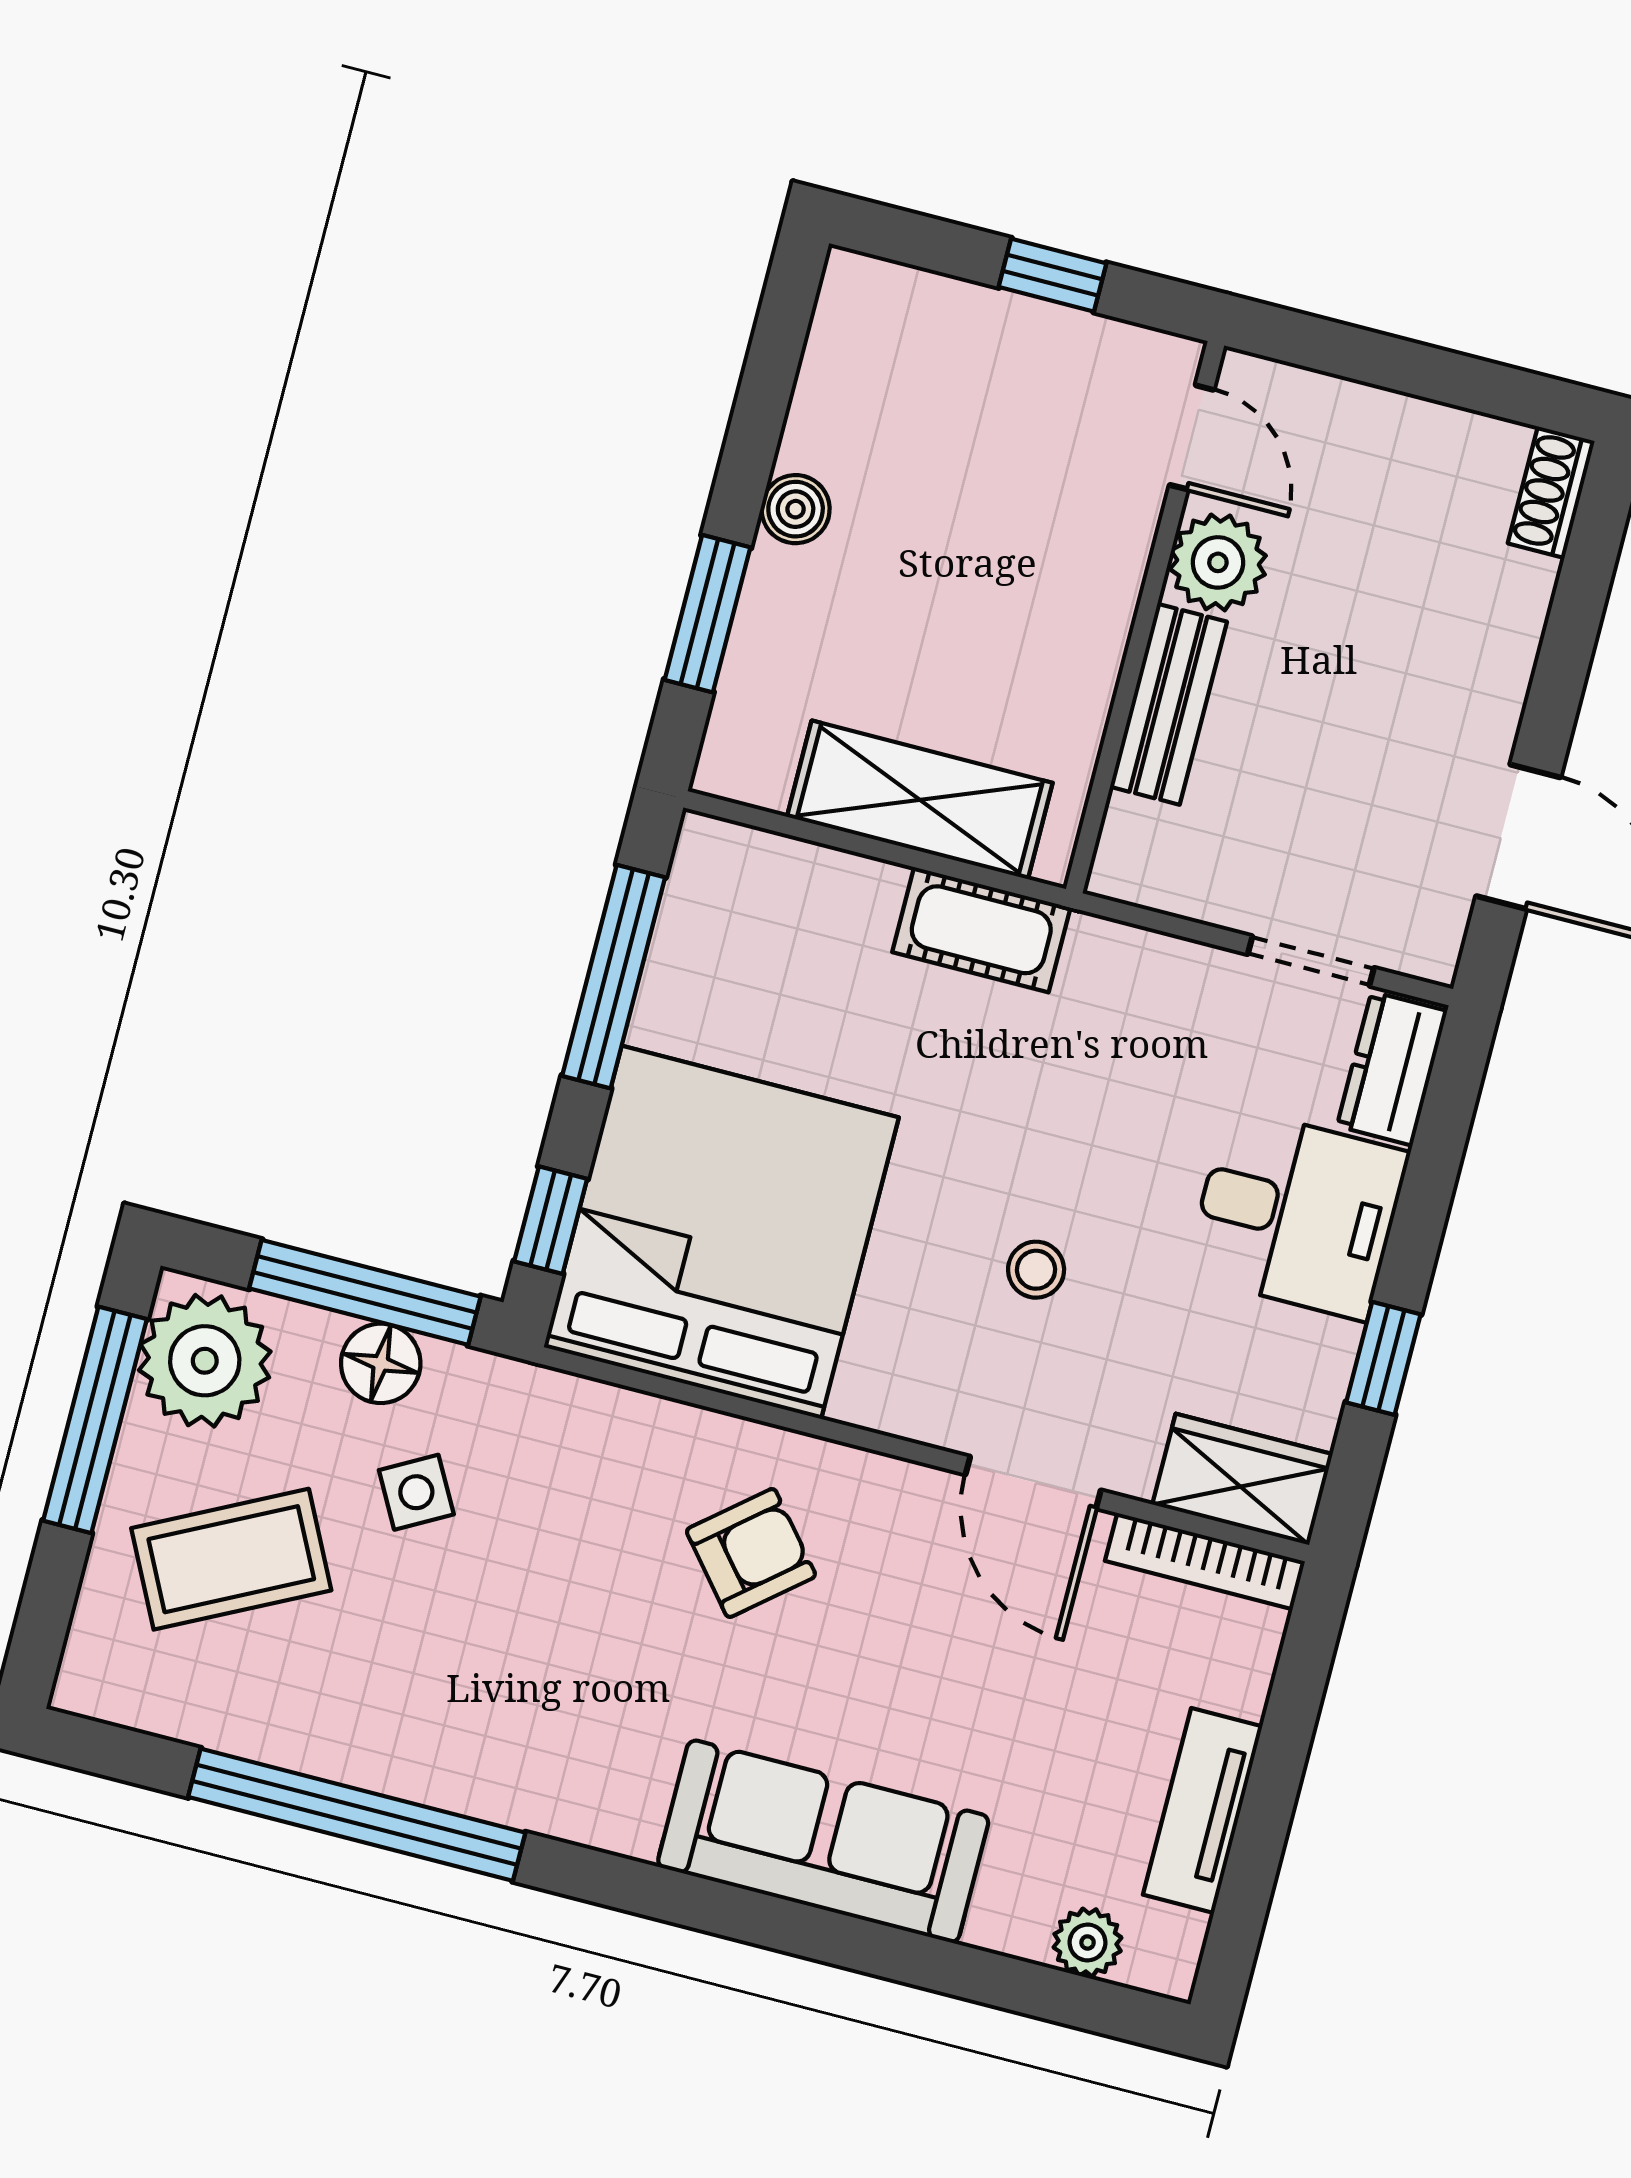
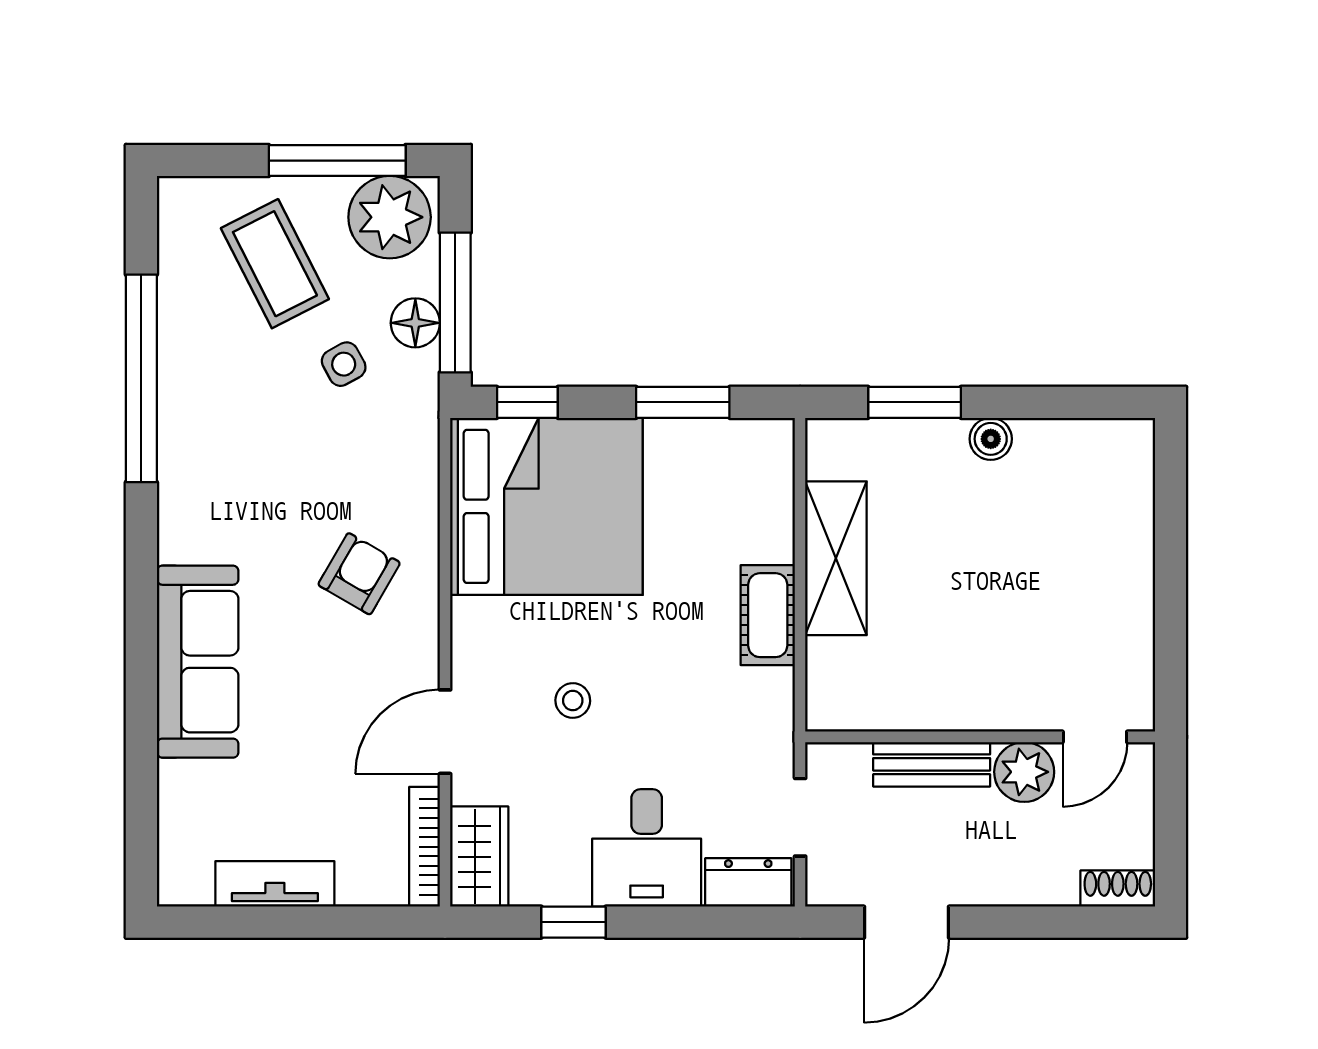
window: (1053, 275) -> (1171, 556), removed
door: (1192, 437) -> (1095, 737), moved
plant: (1218, 562) -> (1024, 772), moved
wall: (1145, 617) -> (980, 737), moved
bench: (1168, 704) -> (932, 764), moved
window: (614, 977) -> (683, 402), width x0.69
armchair: (751, 1553) -> (359, 574), turned -110
plant: (1088, 1942) -> (178, 835), removed

